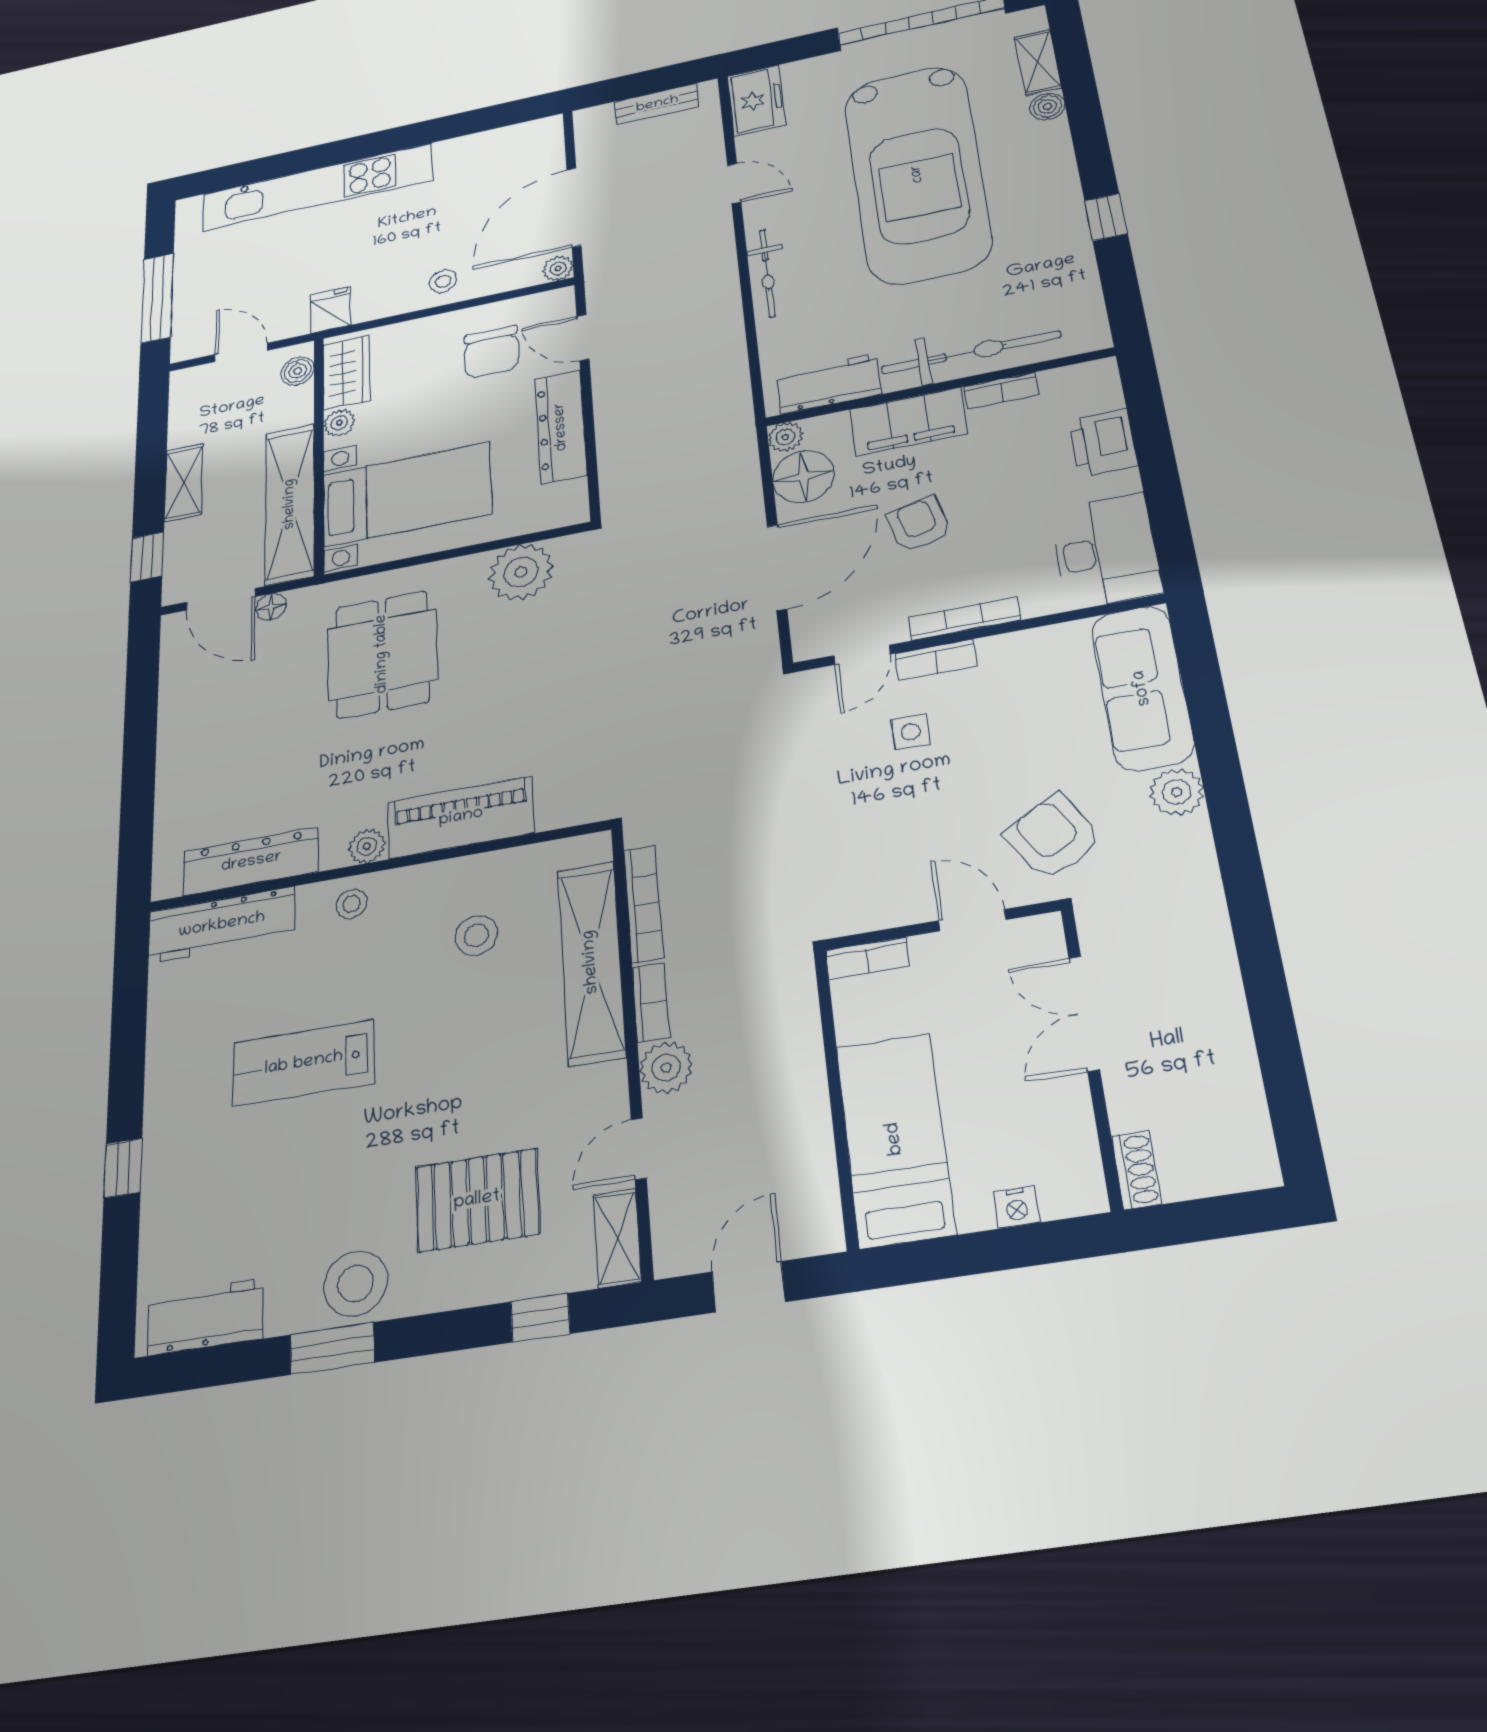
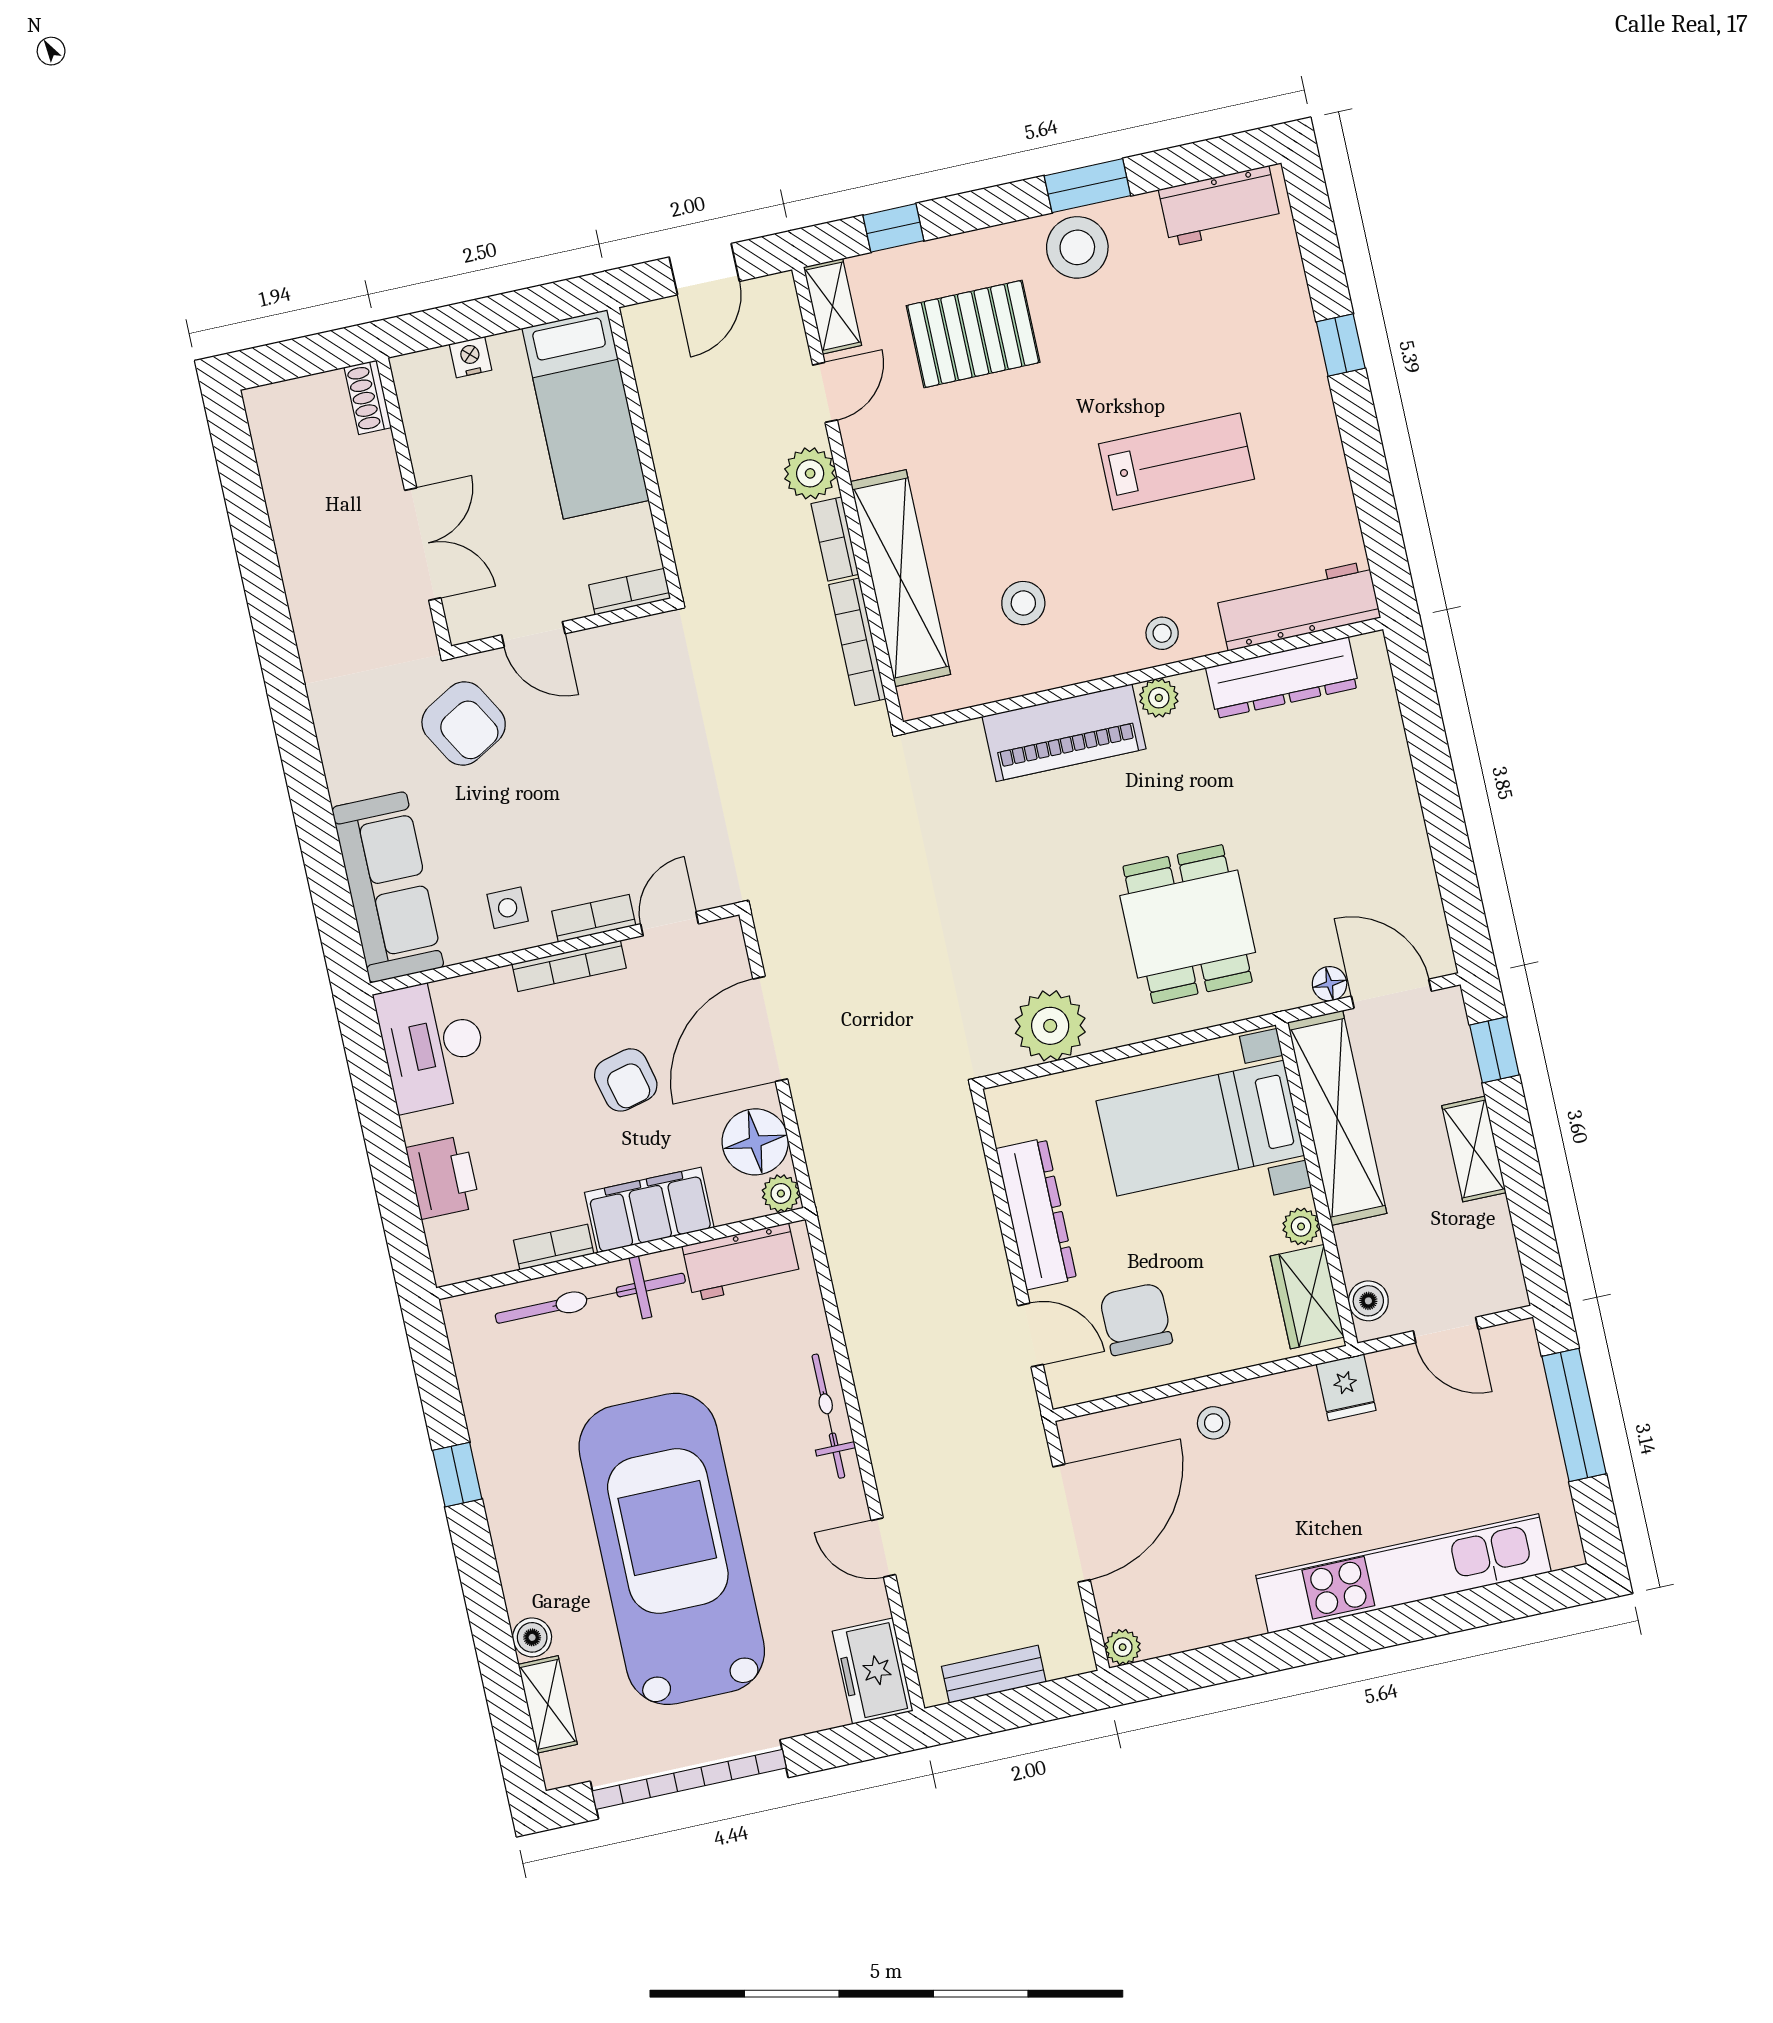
plant: (558, 268) -> (1123, 1647), moved
side table: (911, 732) -> (508, 908), moved
plant: (1177, 792) -> (350, 773), removed

